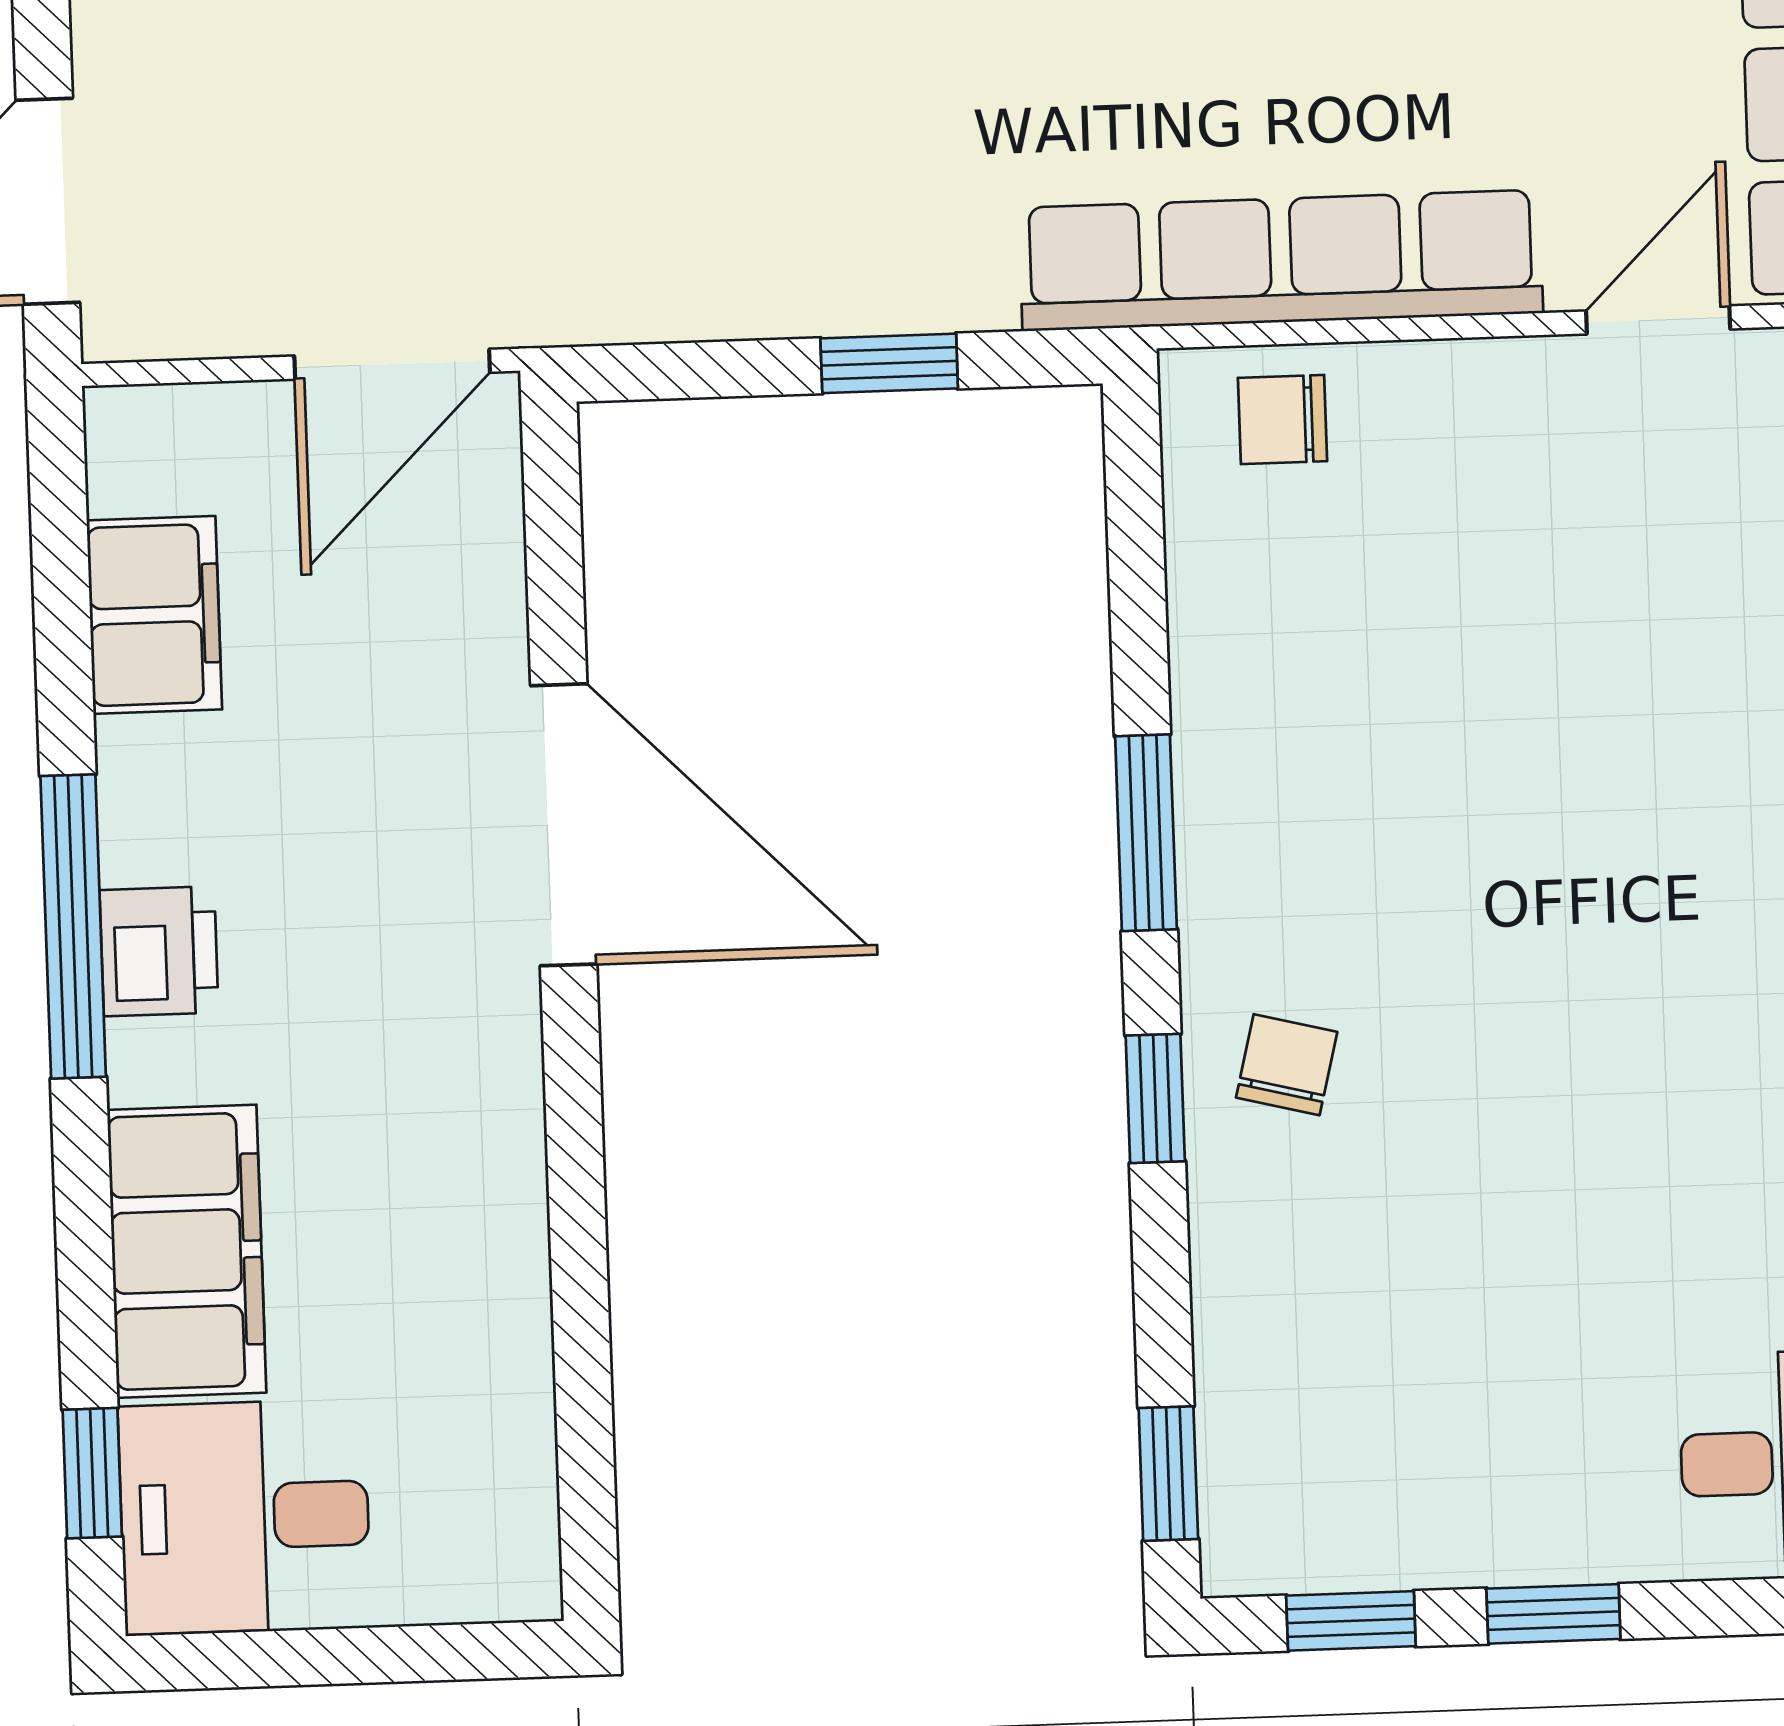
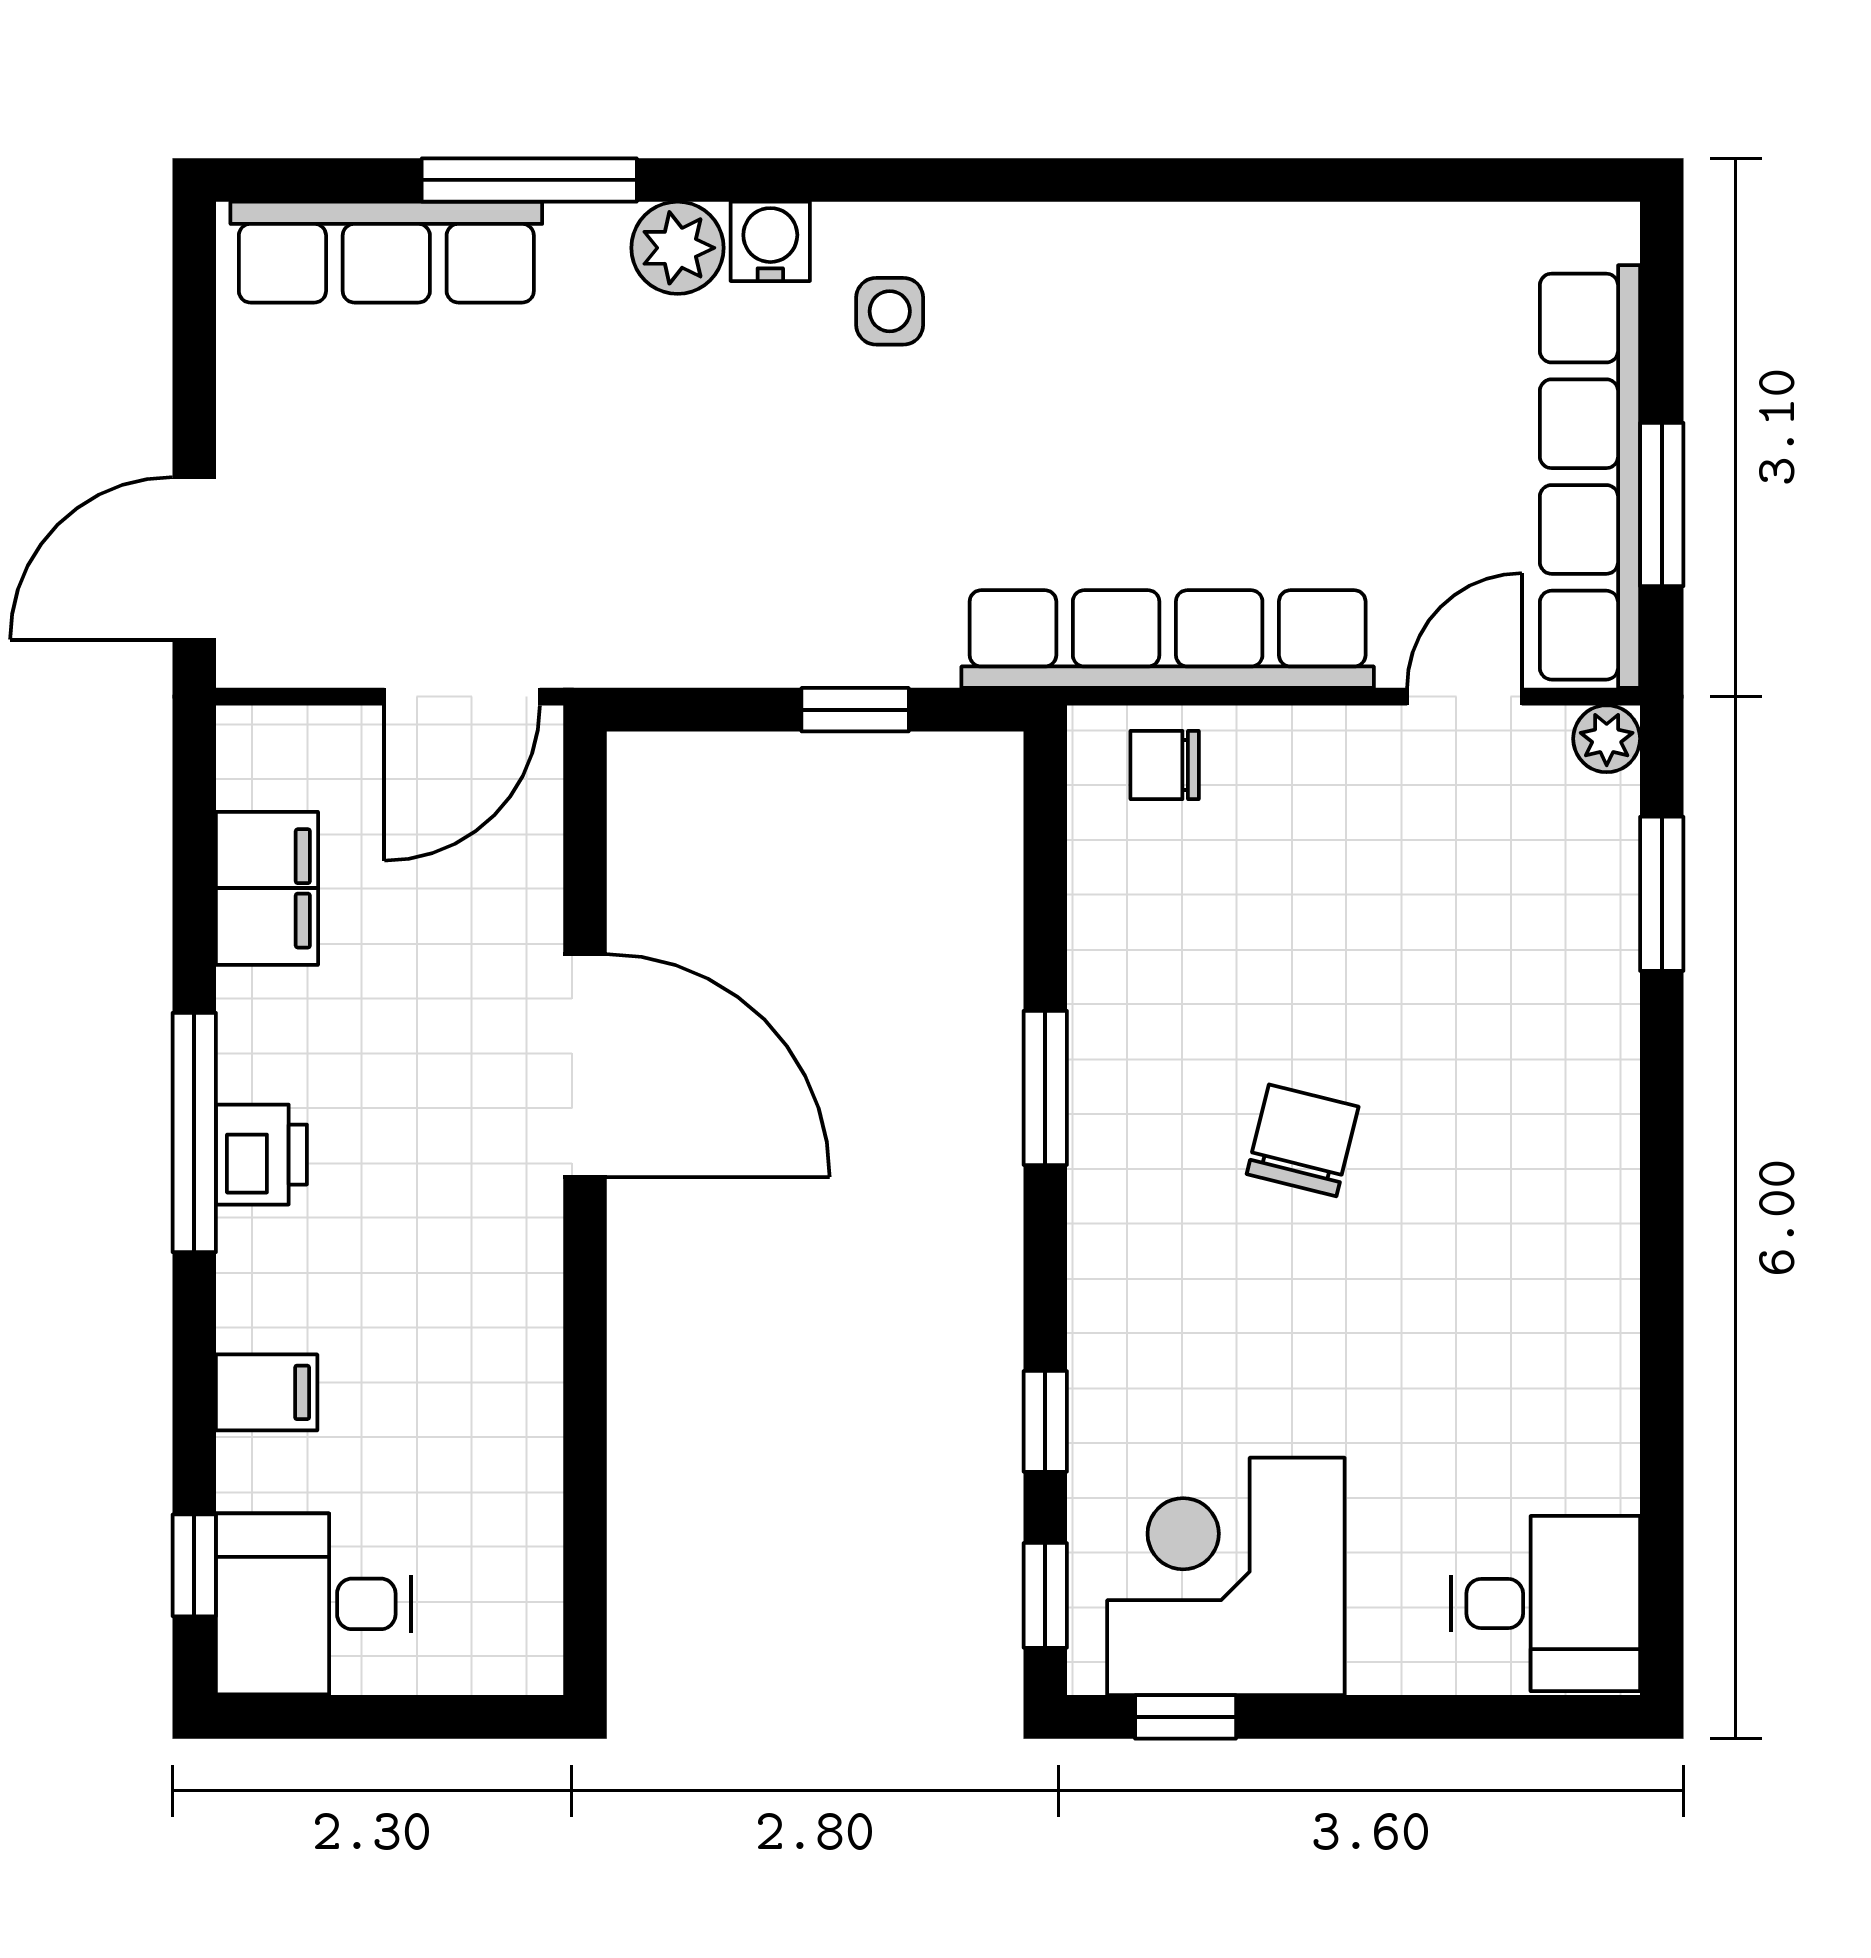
chair: (1287, 1065) -> (1303, 1140), moved, width x1.37, depth x1.37
window: (1155, 1098) -> (1045, 1421), moved
filing cabinet: (187, 1251) -> (267, 1392), width x0.33, depth x0.86
corner desk: (1396, 1442) -> (1226, 1576), added
window: (1553, 1614) -> (1346, 1717), removed

